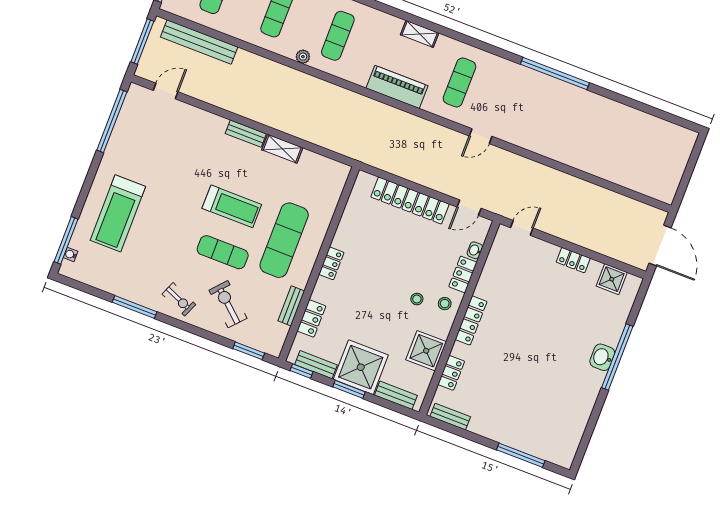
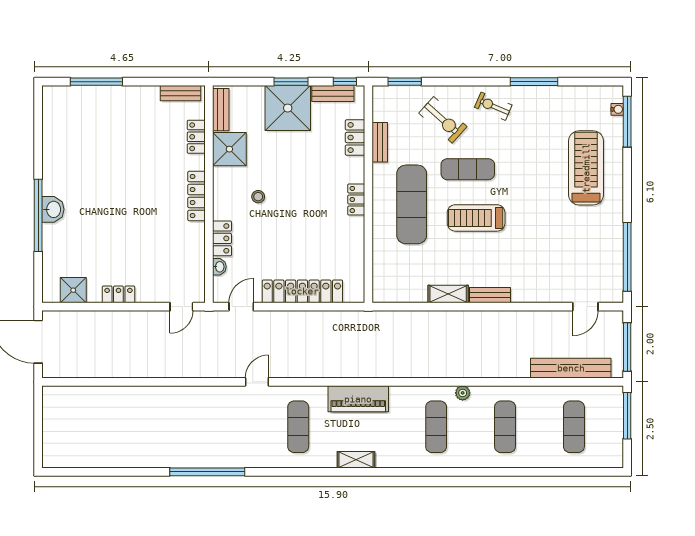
stool: (445, 304) -> (229, 203), removed
bench: (396, 395) -> (221, 110), moved, turned 90

